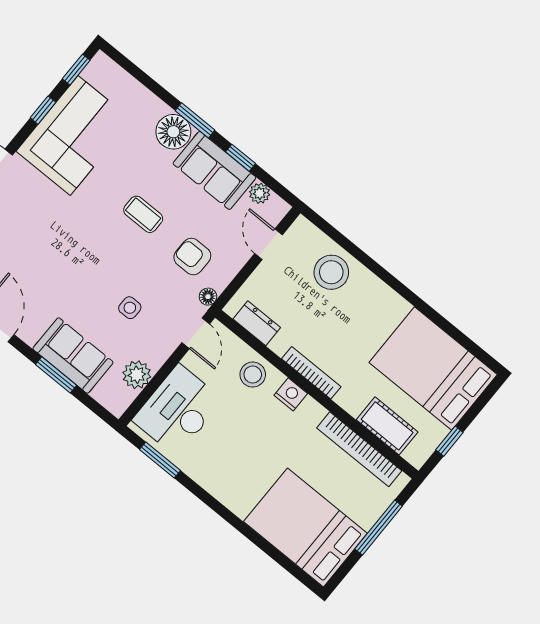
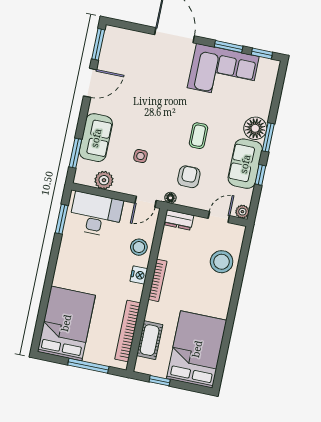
window: (43, 110) -> (229, 46), width x1.50
plant: (260, 193) -> (242, 212), moved
dresser: (257, 323) -> (179, 220), moved, turned 90
window: (56, 375) -> (75, 153), moved

